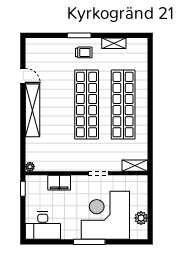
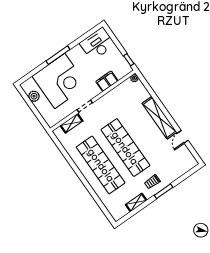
door: (23, 76) -> (183, 137), hinge flipped
shelving: (135, 166) -> (72, 123), moved

